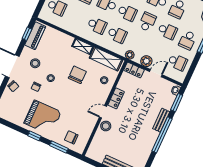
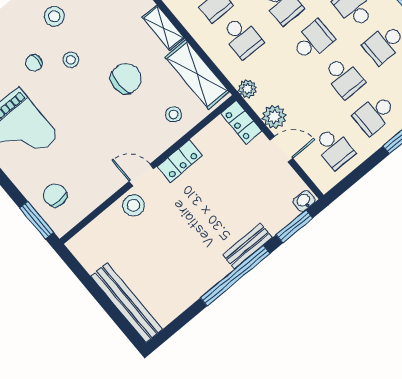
window: (59, 147) -> (37, 220), moved

